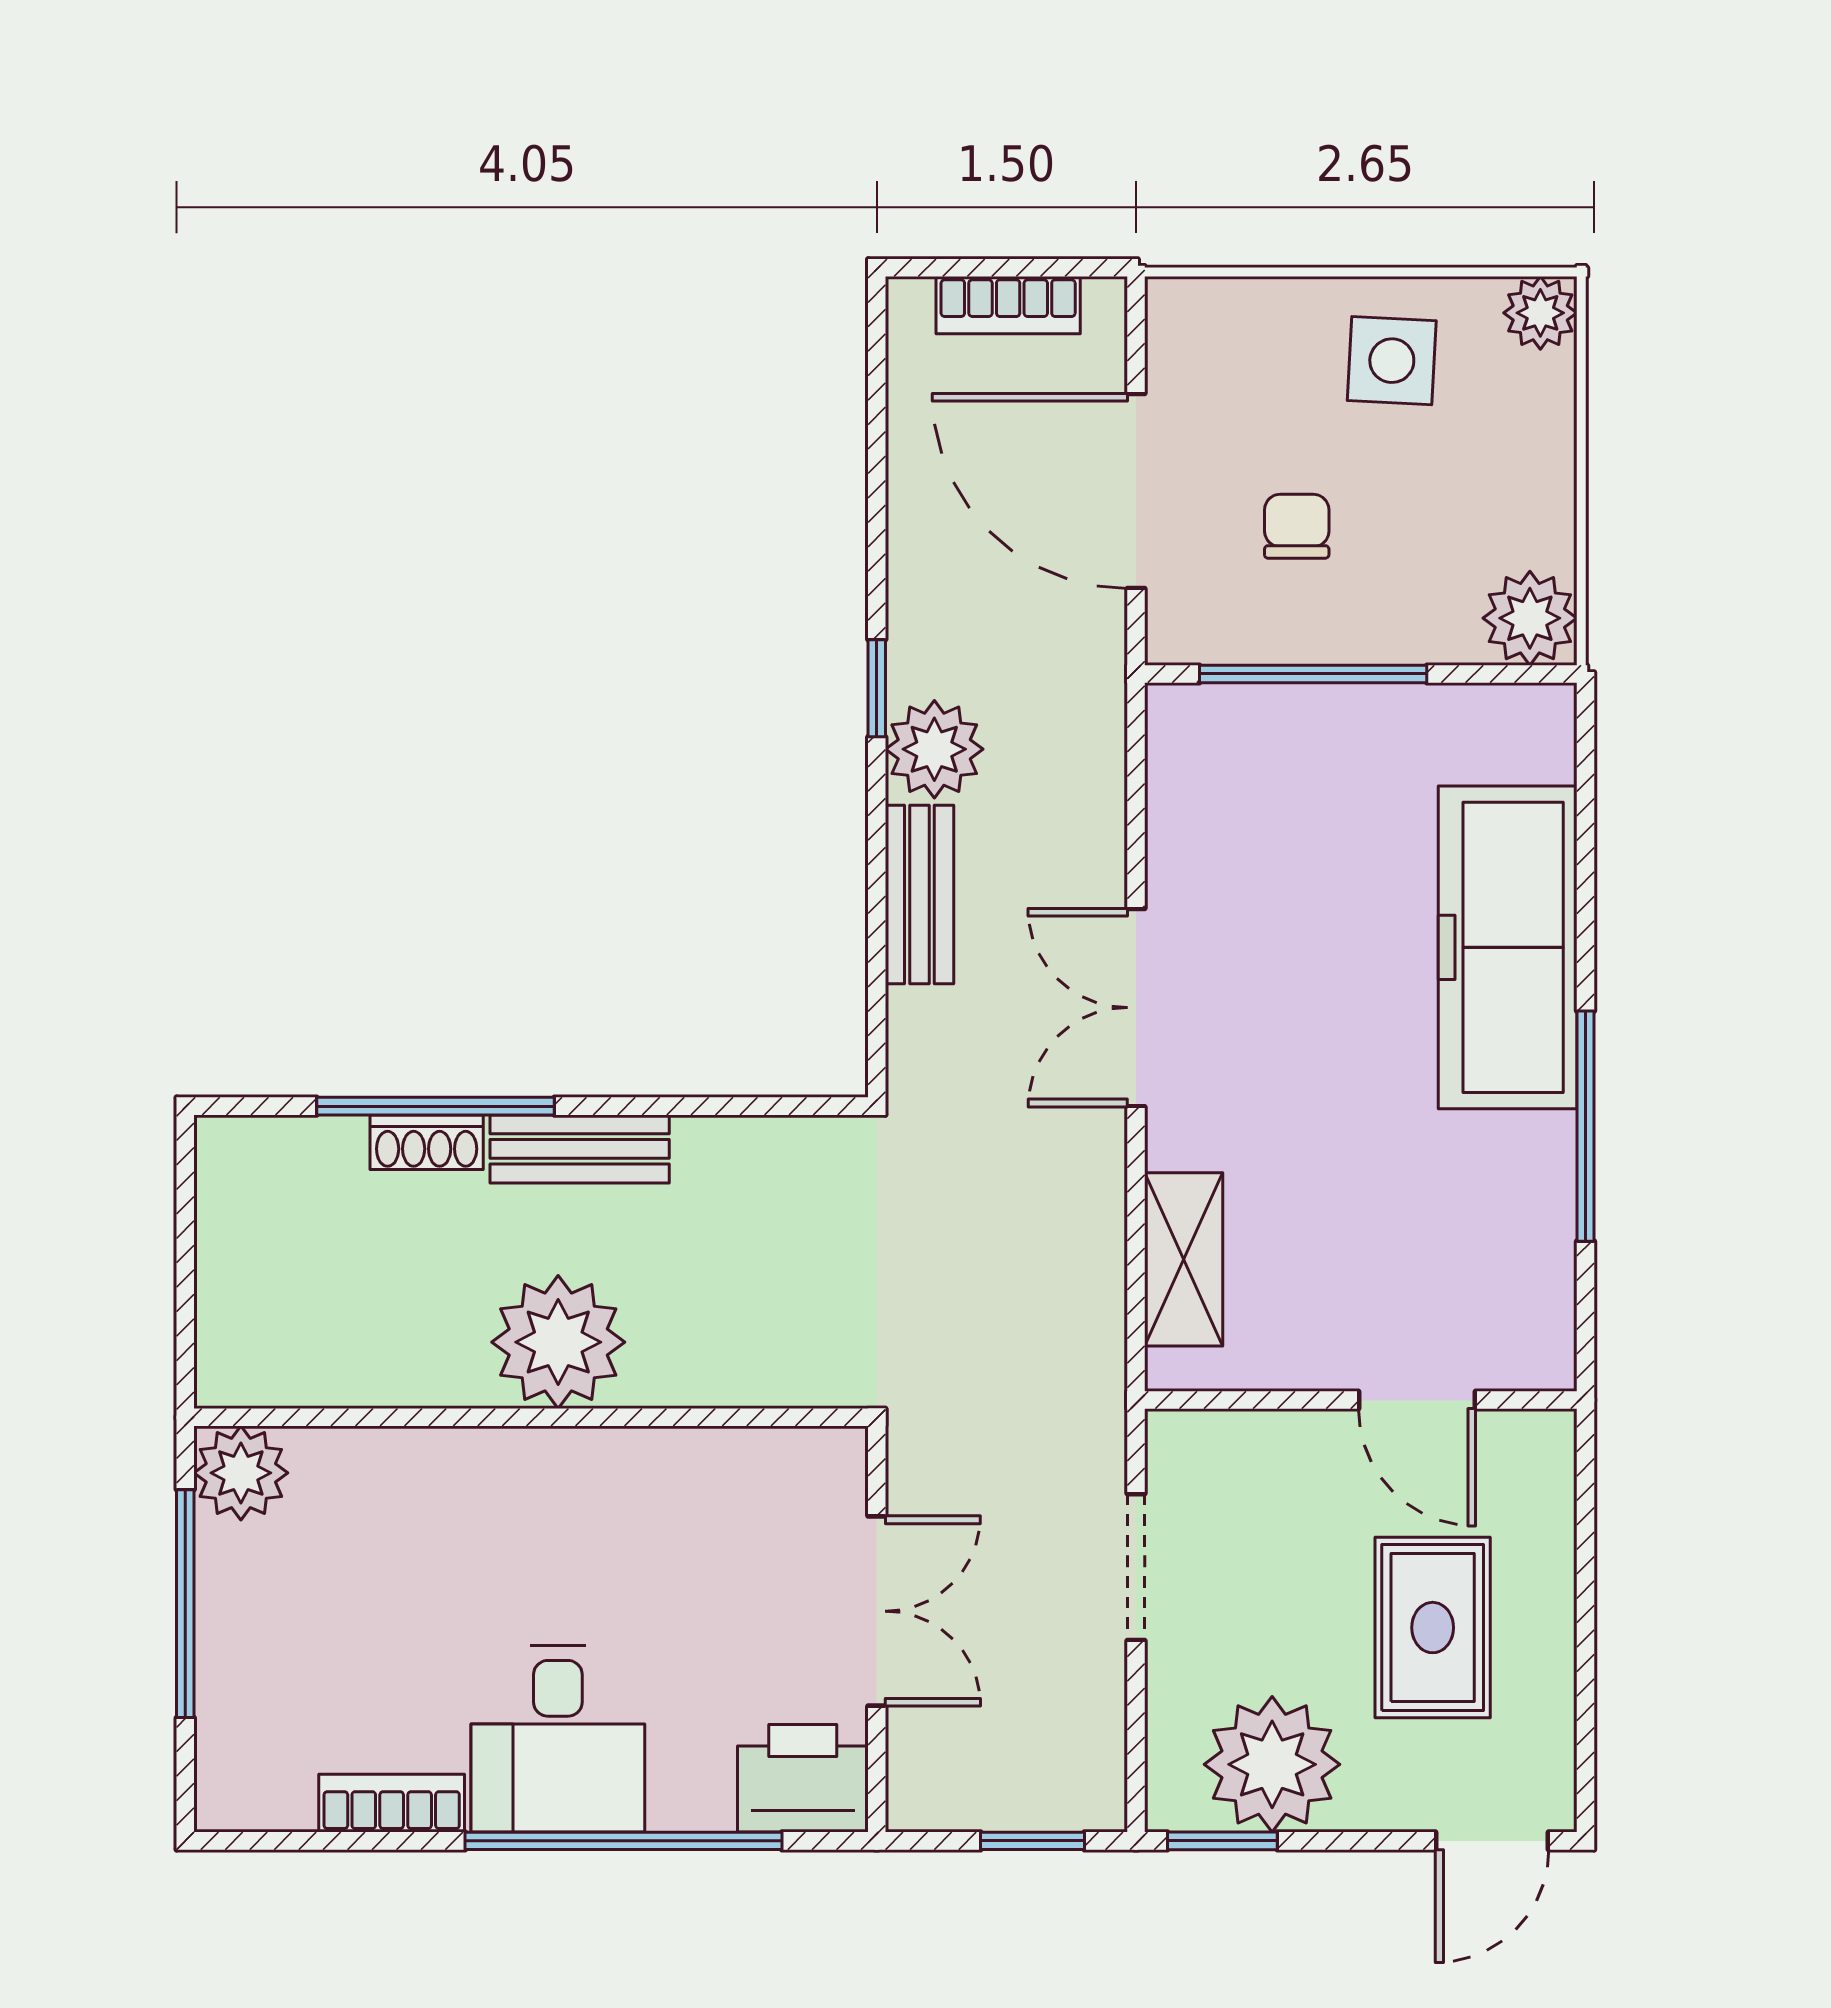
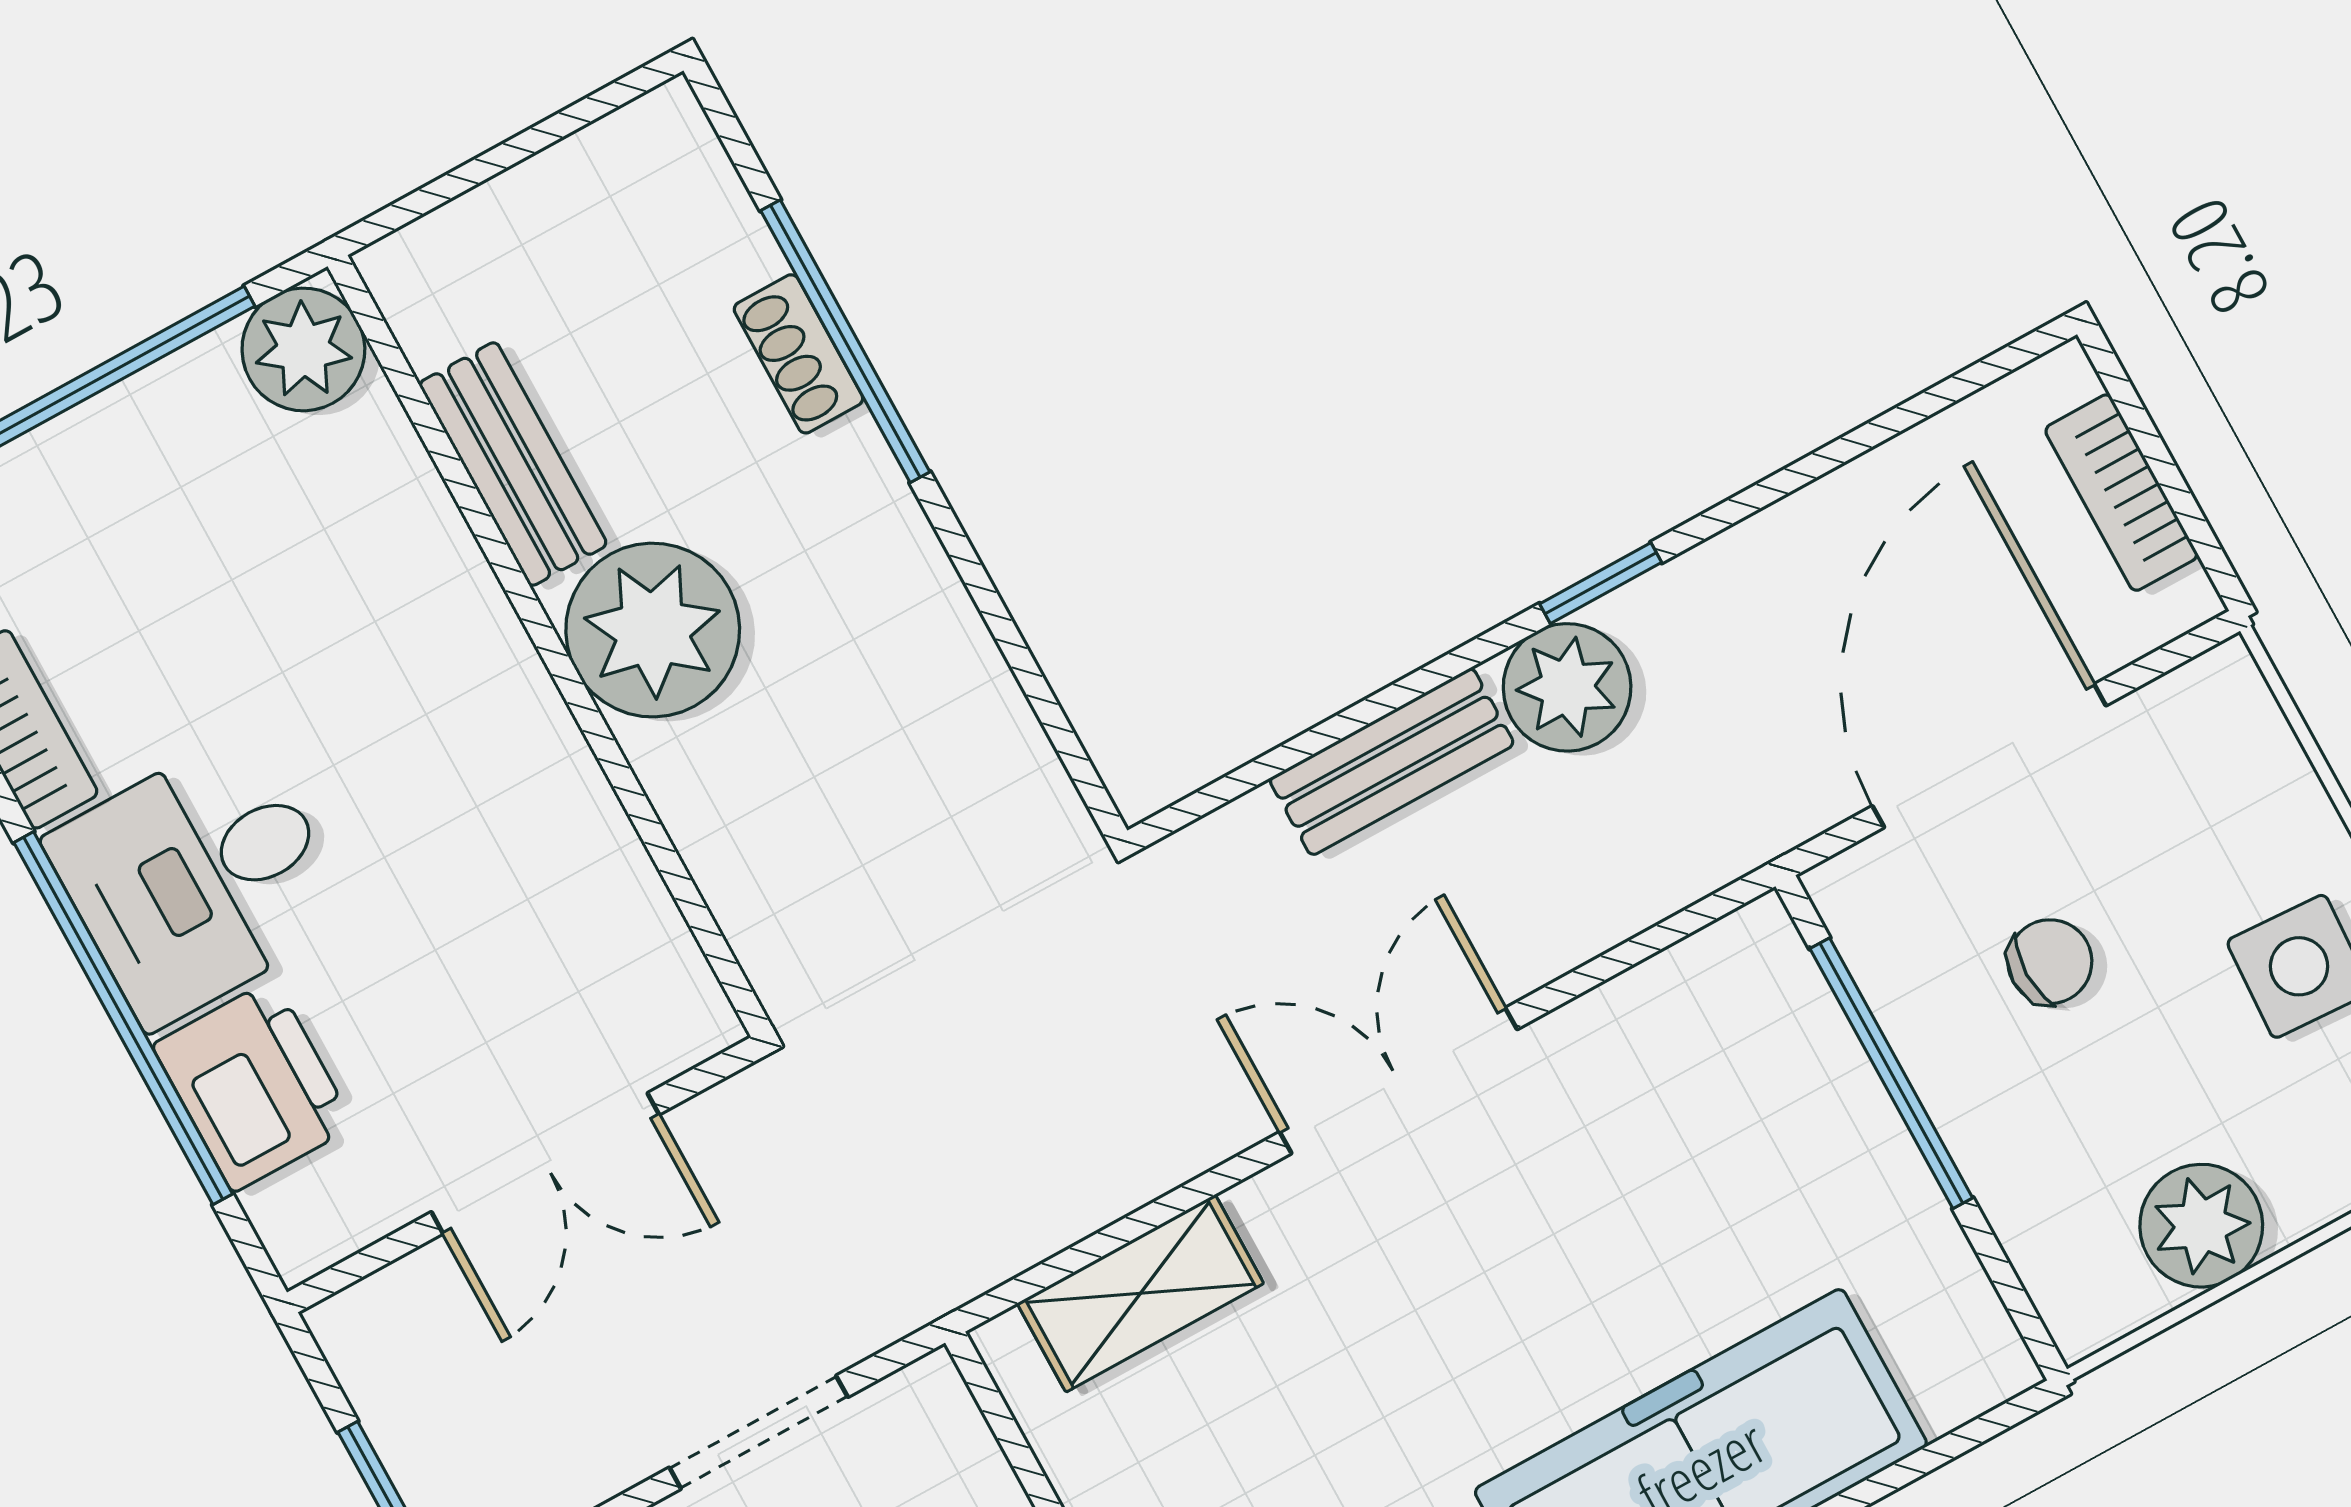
plant: (1530, 618) -> (2201, 1226), moved
bench: (580, 1149) -> (513, 464), moved
printer: (803, 1778) -> (253, 1086), moved

